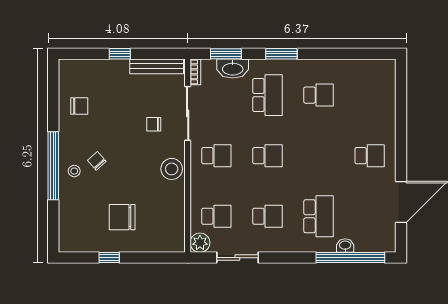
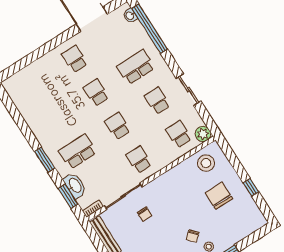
school desk: (319, 95) -> (96, 93), moved
stool: (172, 169) -> (206, 163), moved
chair: (122, 217) -> (219, 196), turned 180
washbasin: (345, 246) -> (130, 16), moved
sliding door: (237, 258) -> (188, 90), moved

